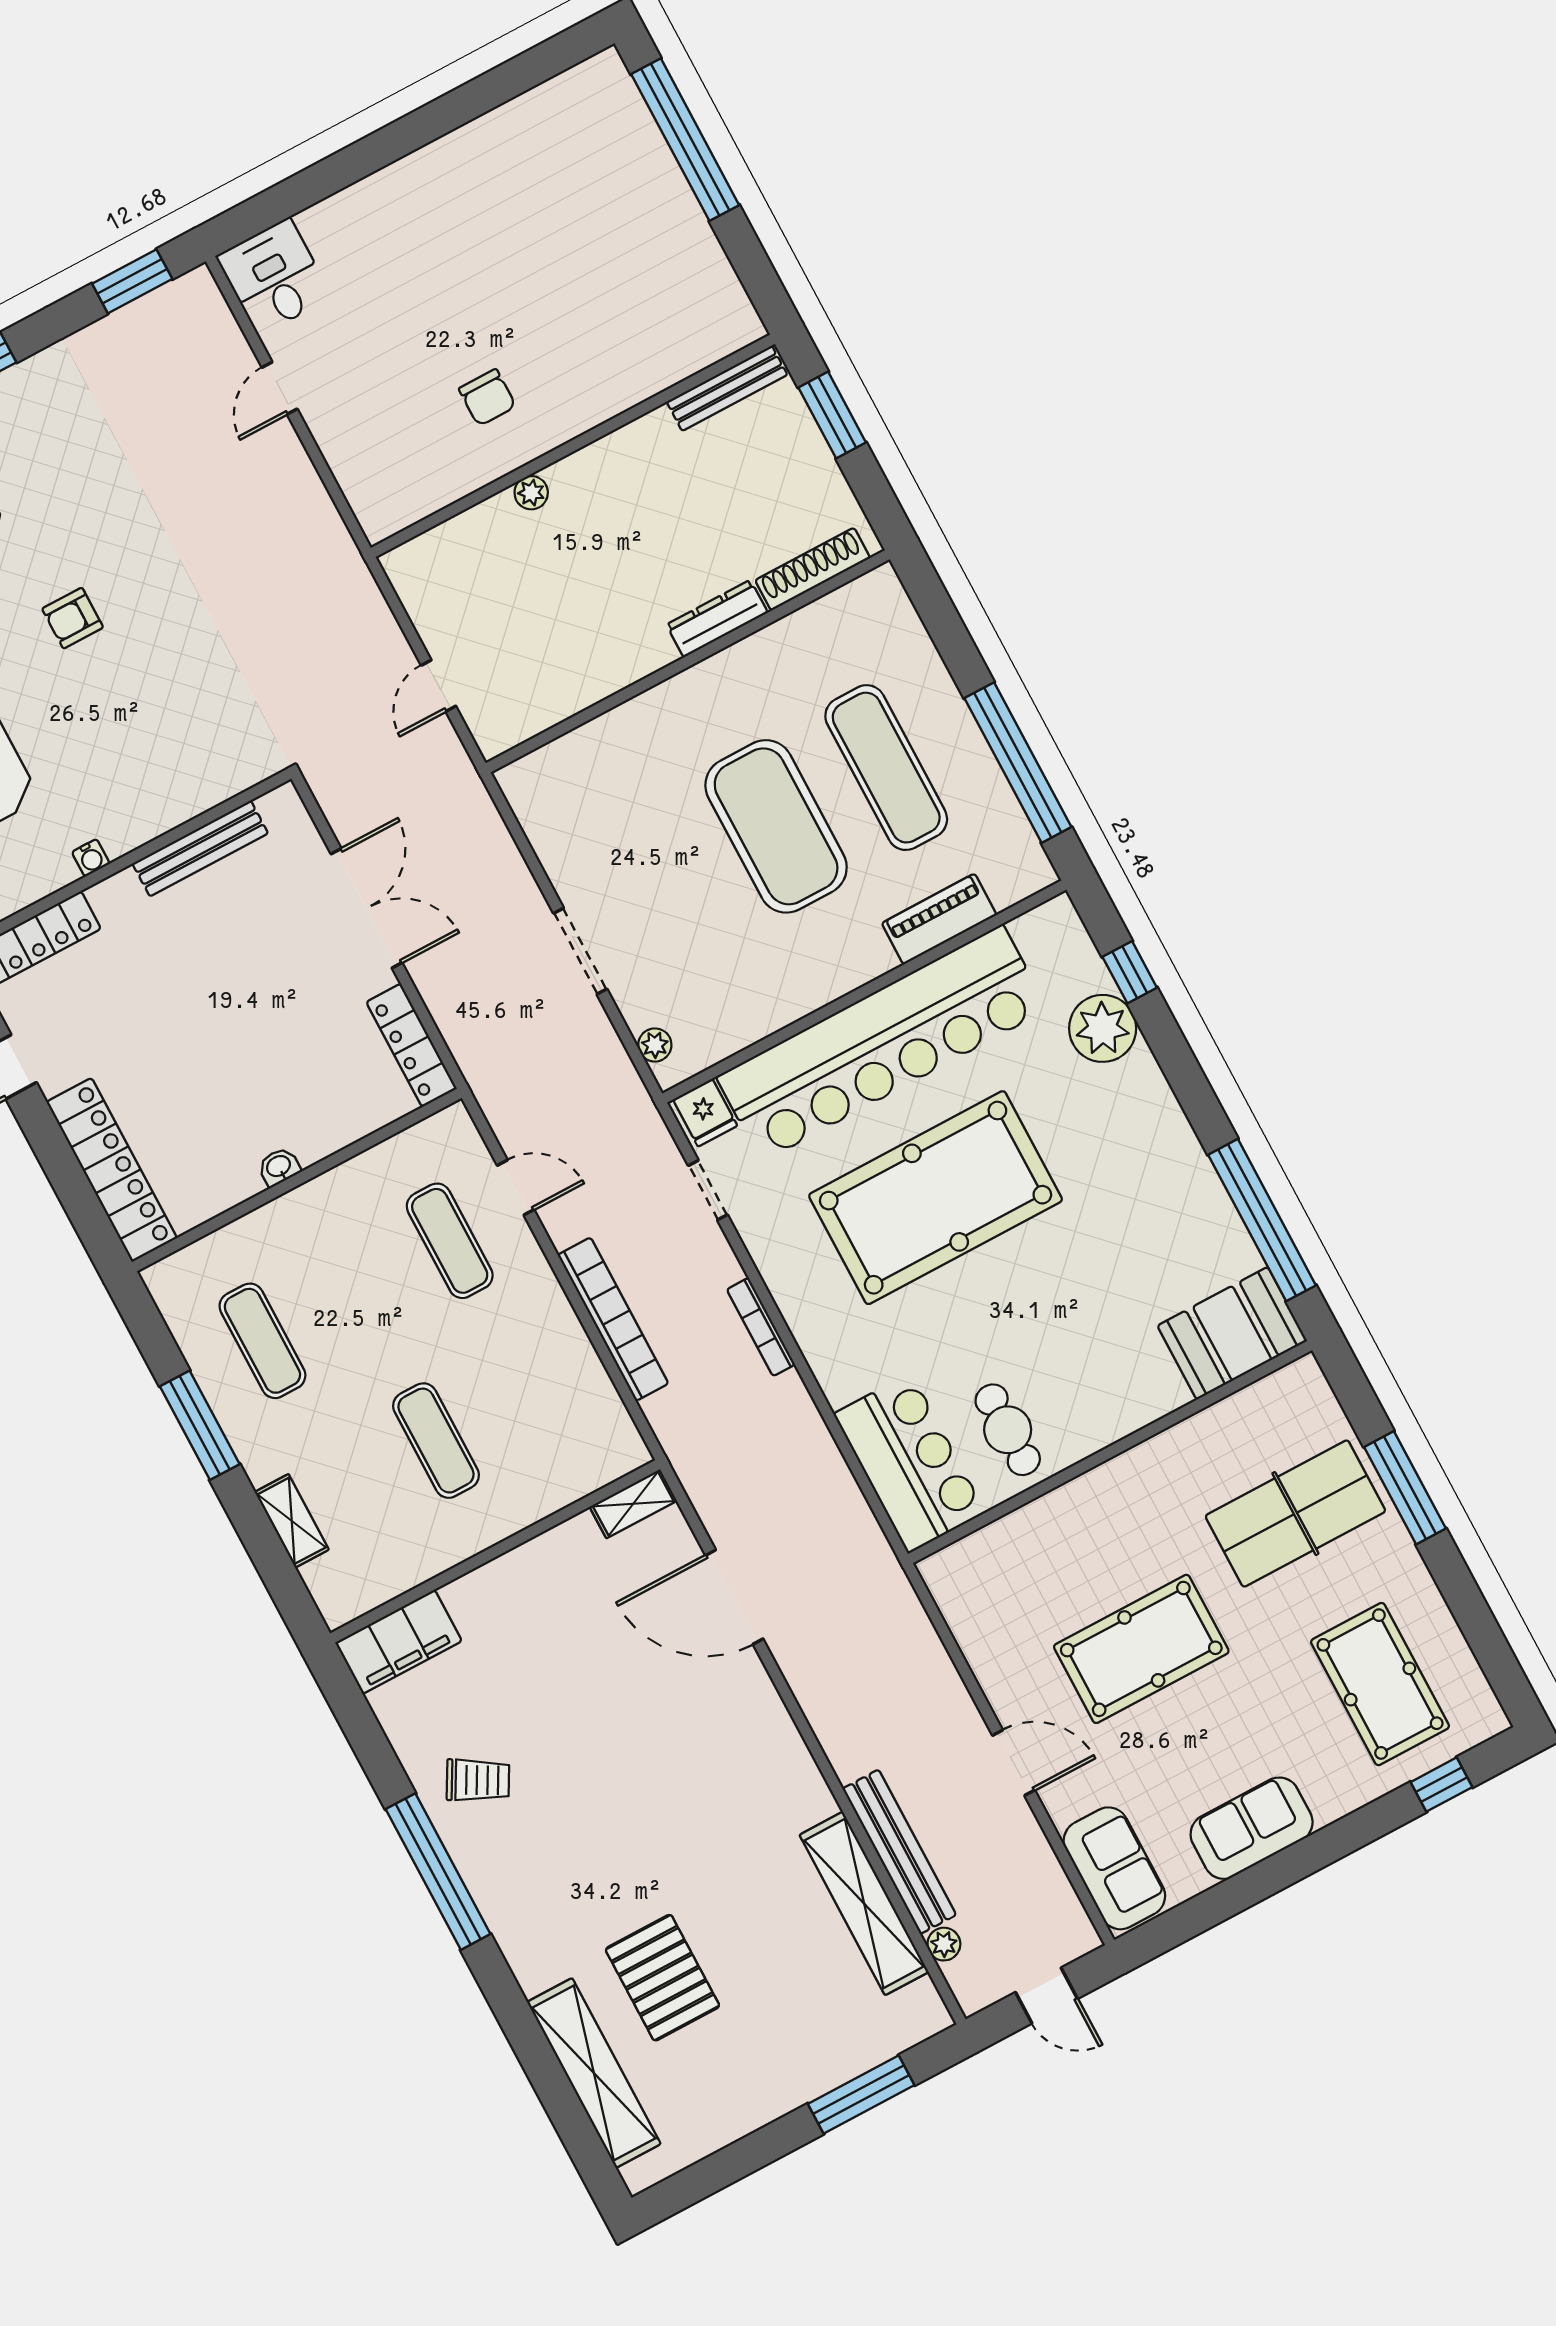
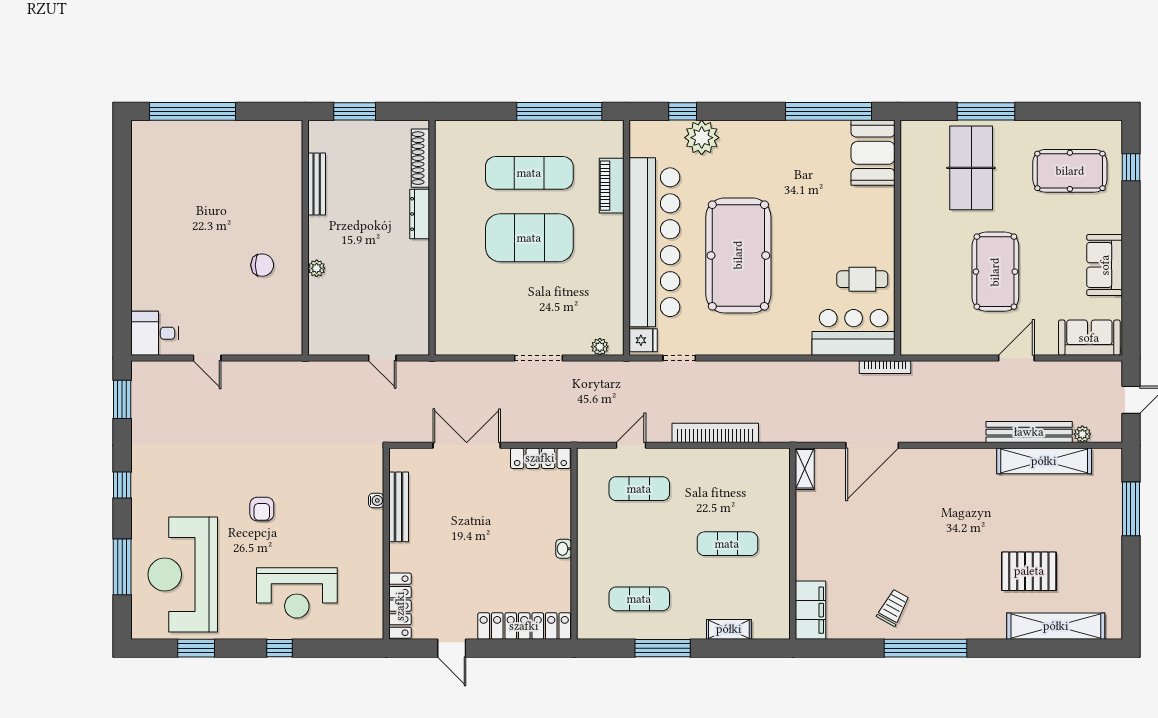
bench: (727, 388) -> (317, 184), moved
water cooler: (91, 858) -> (376, 500), moved
bookcase: (761, 1327) -> (885, 367), moved

